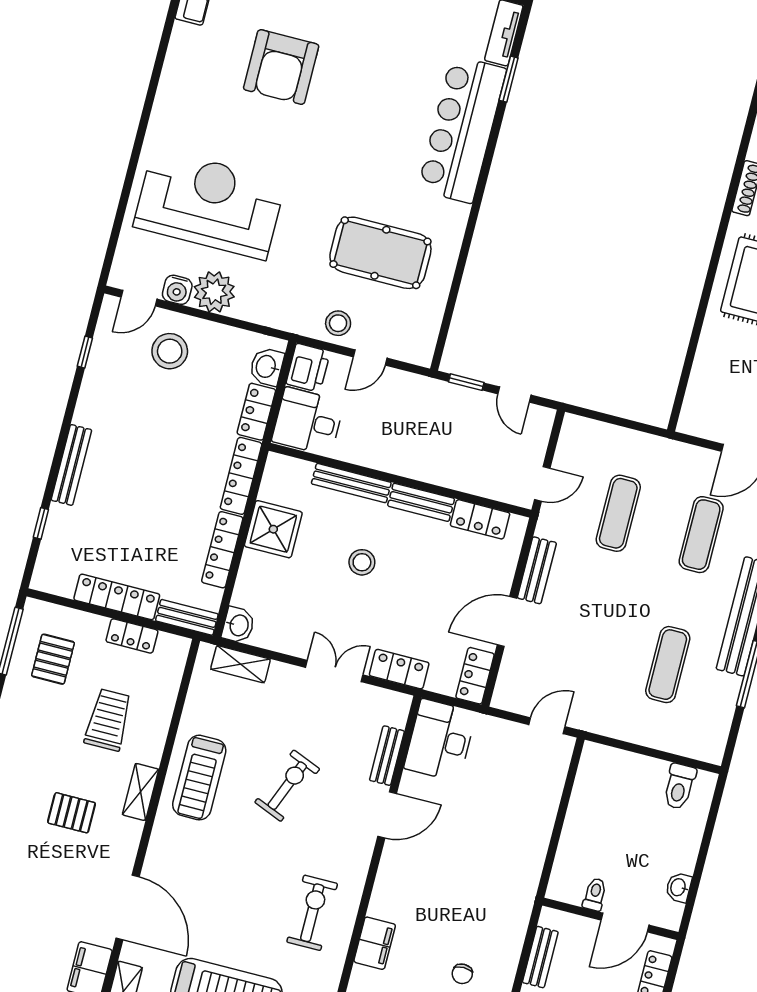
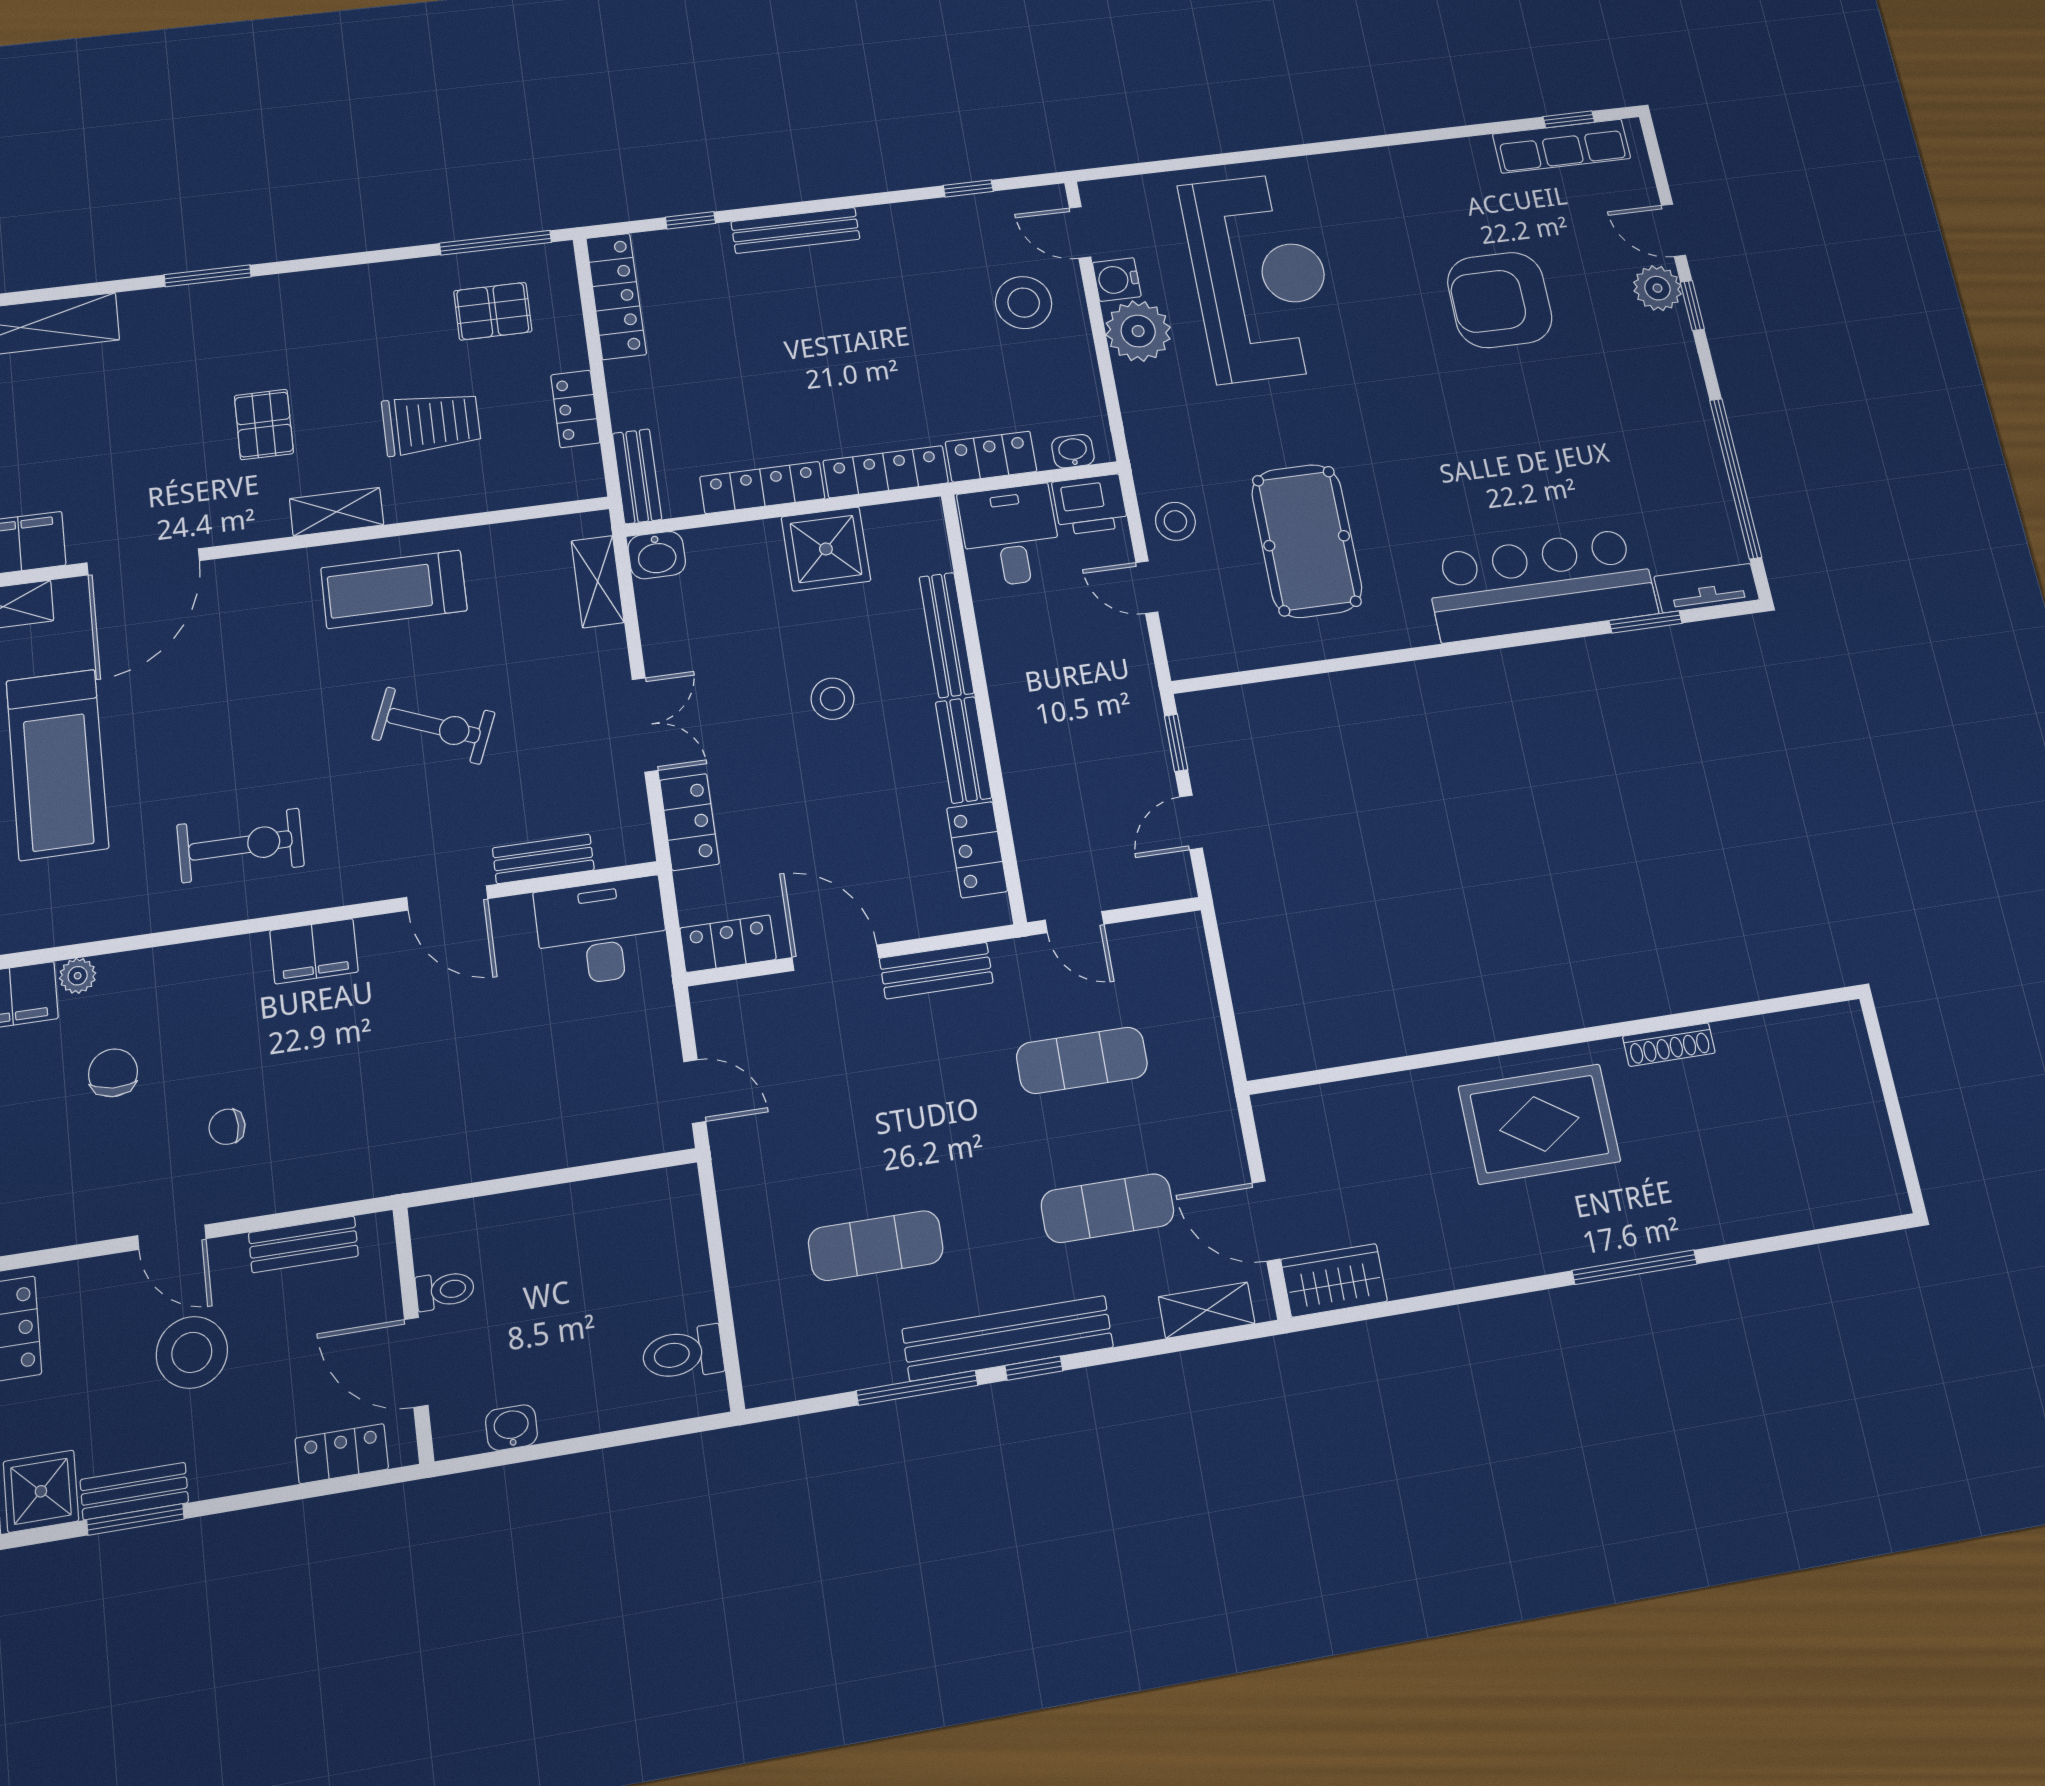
washbasin: (267, 367) -> (1073, 451), width x0.72, depth x0.69
locker: (117, 597) -> (616, 296), moved
filing cabinet: (375, 943) -> (314, 951), moved

